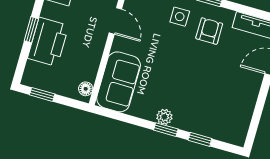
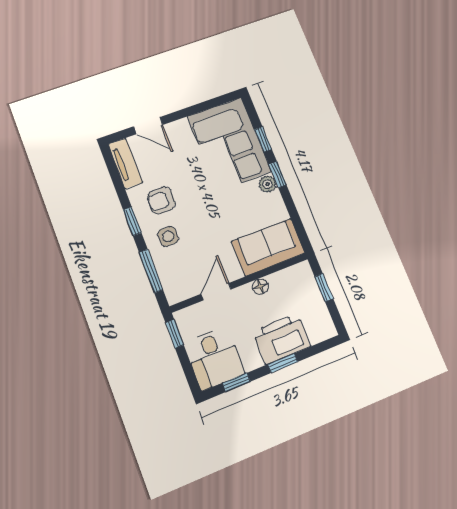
floor lamp: (86, 89) -> (260, 287), moved
window: (42, 94) -> (324, 288), moved
corner sofa: (215, 112) -> (229, 144), added

